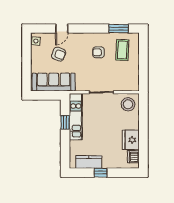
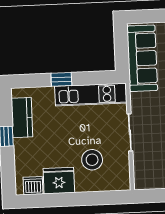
stool: (128, 104) -> (92, 160), moved
window: (65, 122) -> (61, 79), moved

